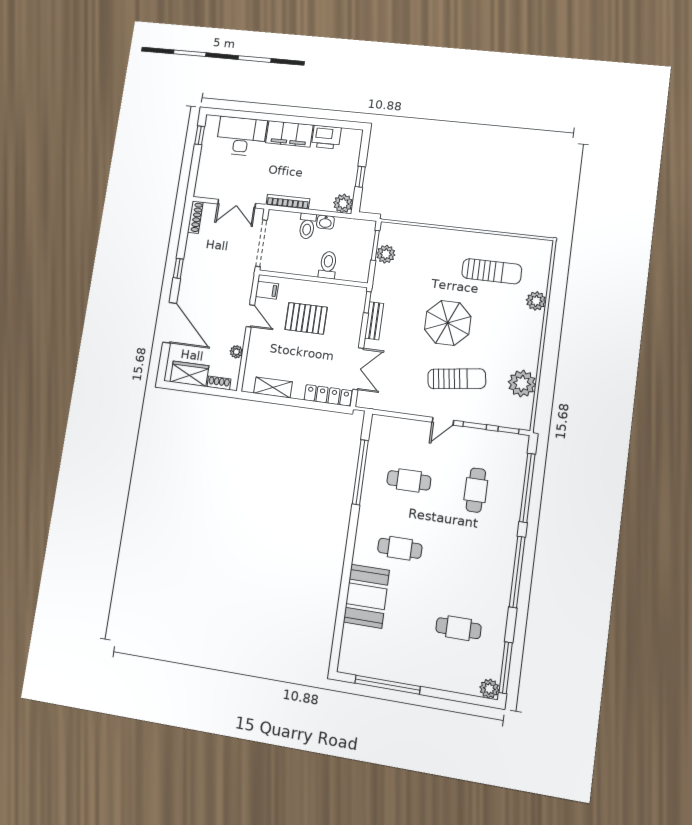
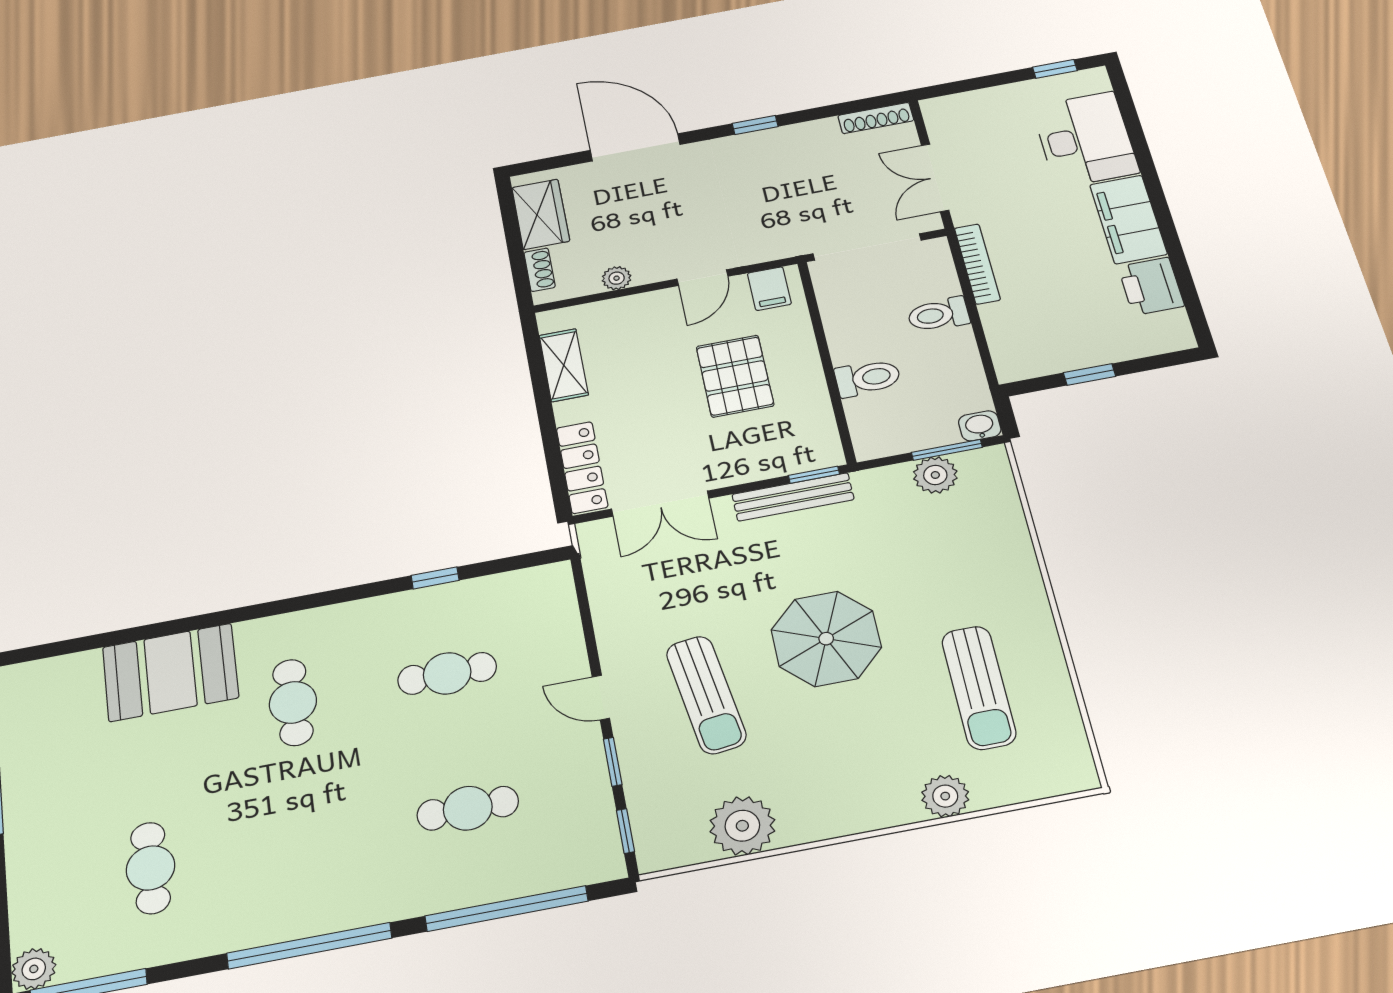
plant: (343, 203) -> (1016, 362), removed
washbasin: (325, 222) -> (980, 426), moved, turned 90
bench: (374, 321) -> (793, 497), width x1.36
door: (170, 323) -> (635, 147), swing flipped
window: (360, 472) -> (435, 578), width x0.32
cafe table: (409, 480) -> (447, 673), turned 90

